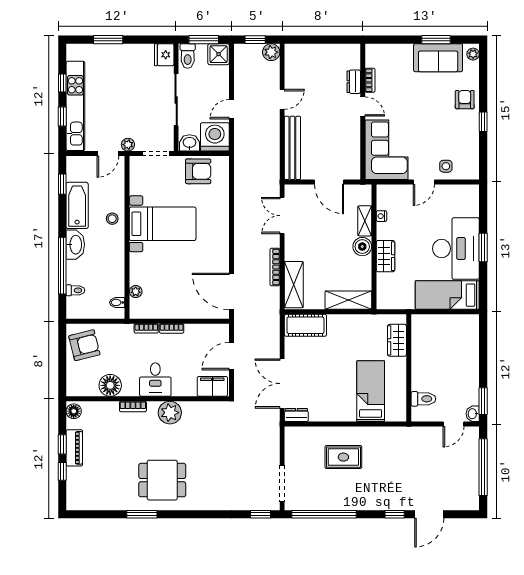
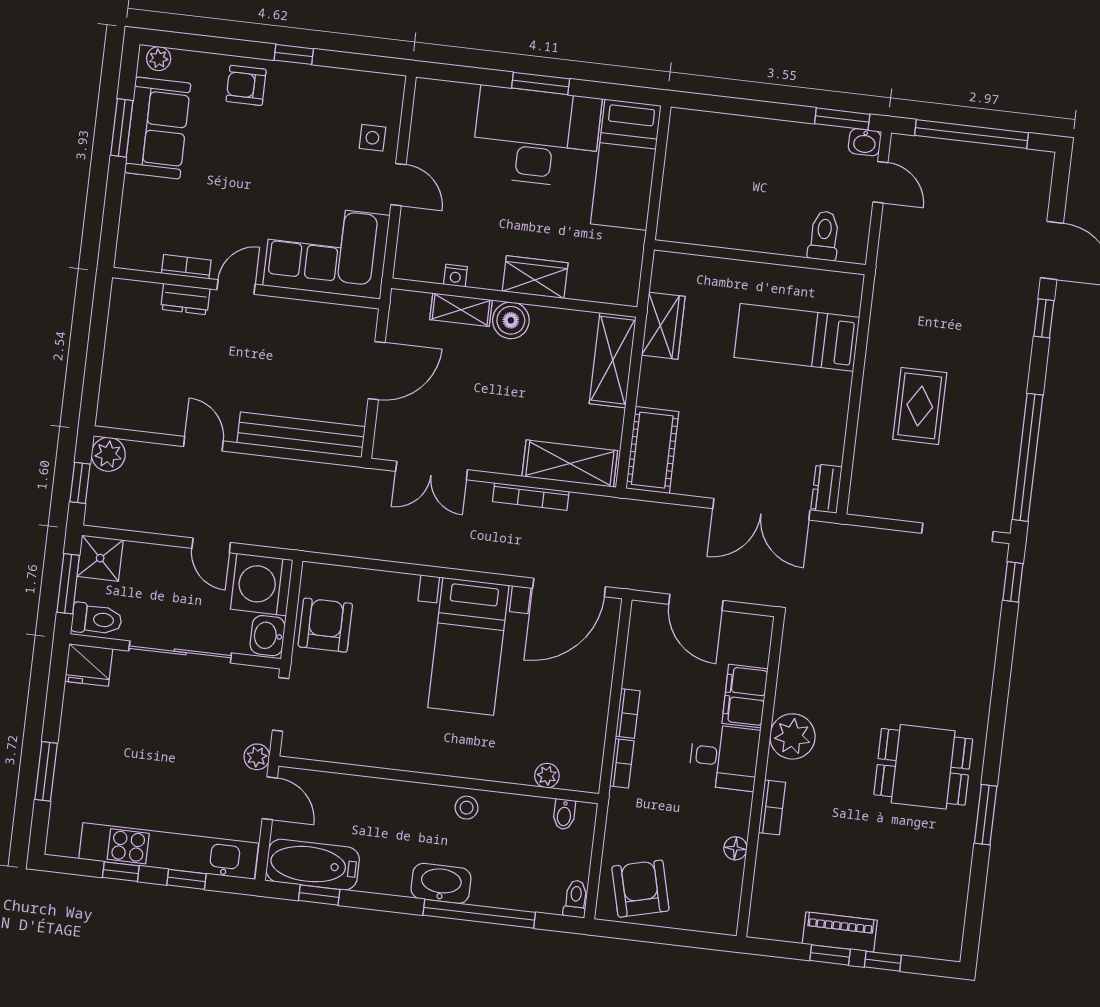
bathtub: (77, 205) -> (313, 865), moved
stool: (112, 219) -> (467, 808), moved
bed with nightstands: (163, 224) -> (468, 646), moved, turned 180
toilet: (75, 290) -> (576, 899), moved
wardrobe: (397, 340) -> (663, 326), moved, turned -90
floor lamp: (110, 385) -> (735, 848), width x0.53, depth x0.53
filing cabinet: (212, 386) -> (745, 696), moved
floor lamp: (74, 411) -> (768, 925), removed
dining table: (162, 480) -> (923, 767), turned 90

